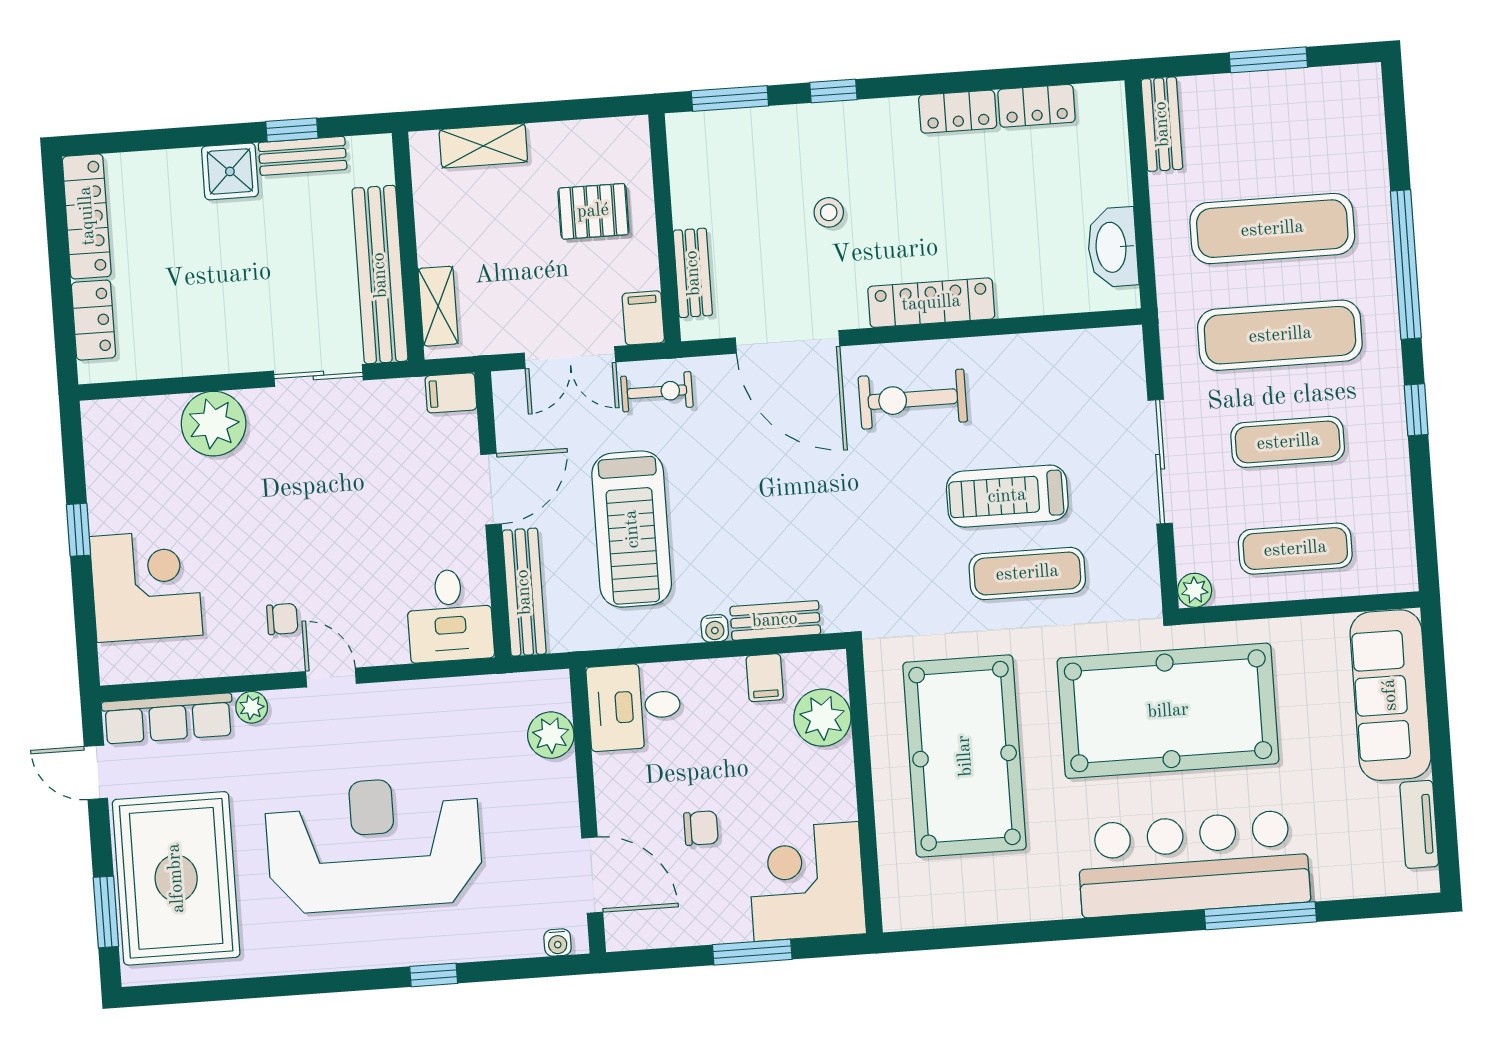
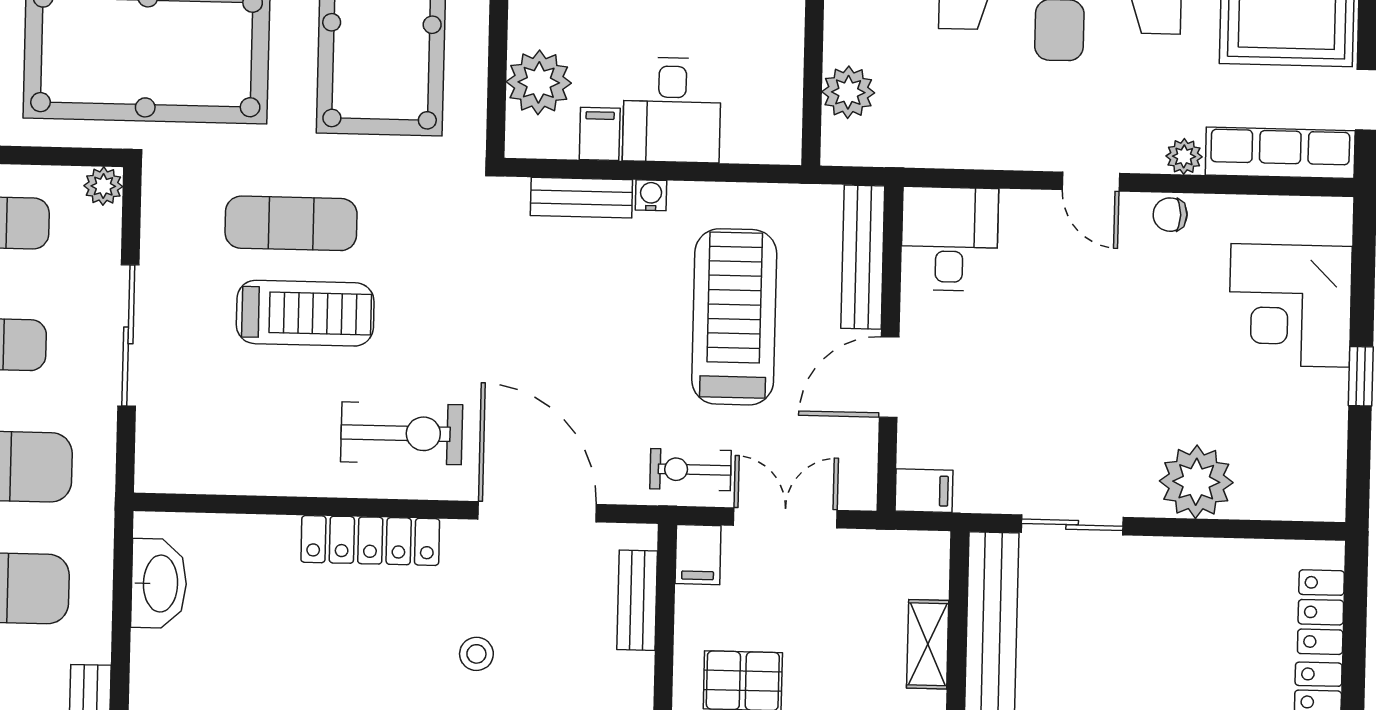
shelving: (438, 306) -> (928, 644), moved
chair: (282, 619) -> (1170, 215), moved
desk: (634, 706) -> (672, 110), moved, turned 90

